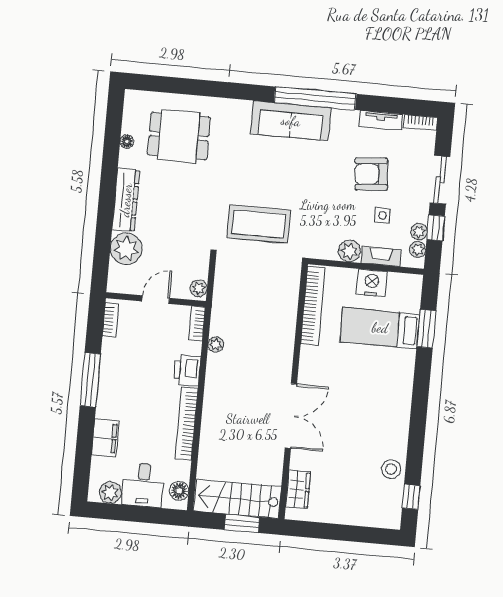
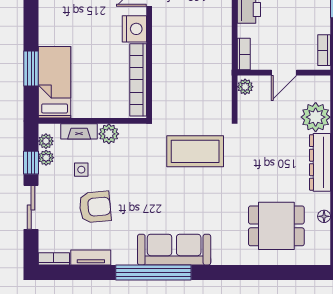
nightstand: (372, 283) -> (134, 29), moved, turned -90
bed: (380, 328) -> (55, 82), moved, turned -90
plant: (216, 345) -> (225, 36), removed

